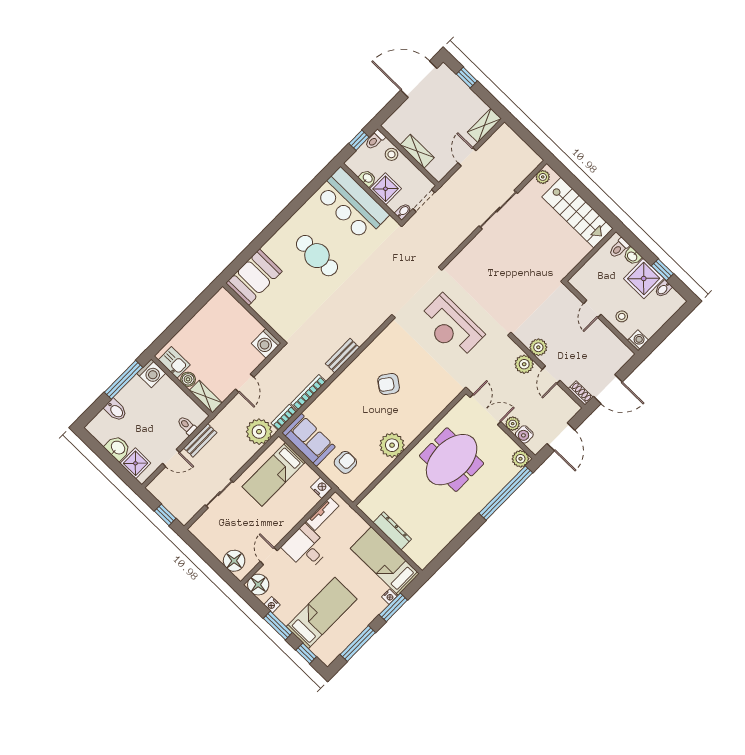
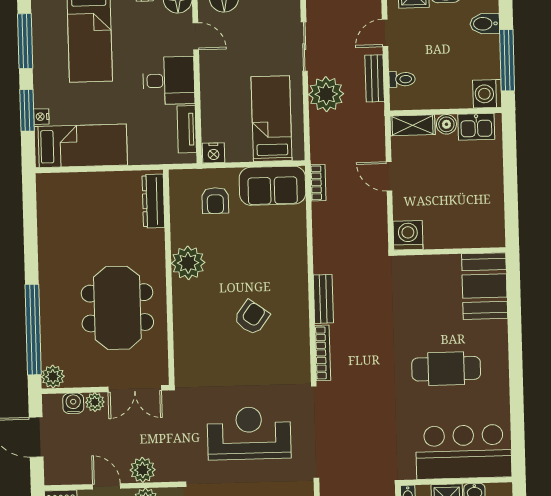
bookcase: (308, 392) -> (323, 353), moved
plant: (259, 432) -> (326, 94), moved
dresser: (392, 531) -> (153, 201), moved, turned 90

